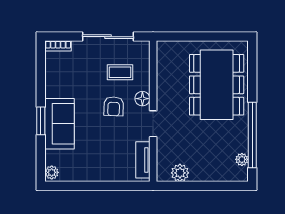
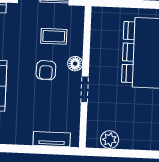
tv unit: (143, 160) -> (52, 139), moved, turned 90

